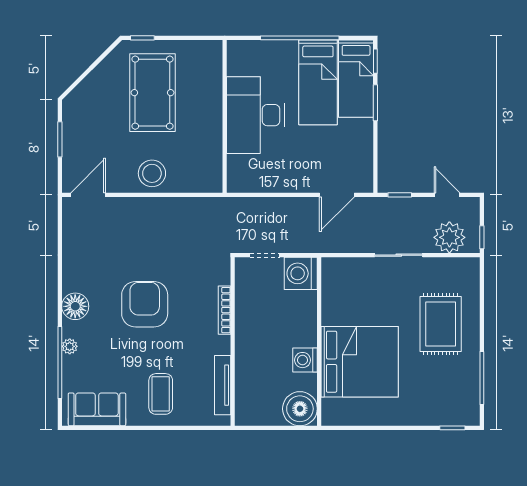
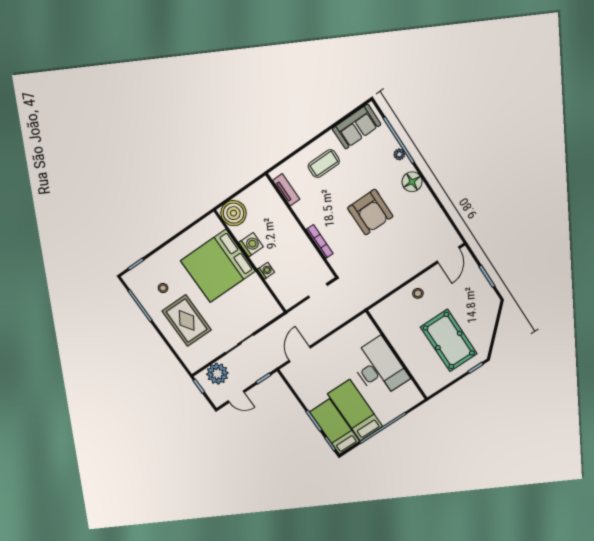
stool: (152, 173) -> (418, 293), width x0.53, depth x0.53
washing machine: (301, 273) -> (266, 271), moved, width x0.53, depth x0.53
stool: (441, 380) -> (163, 288), added
tv unit: (223, 385) -> (286, 190), width x0.71
coffee table: (161, 394) -> (324, 164), turned 90

